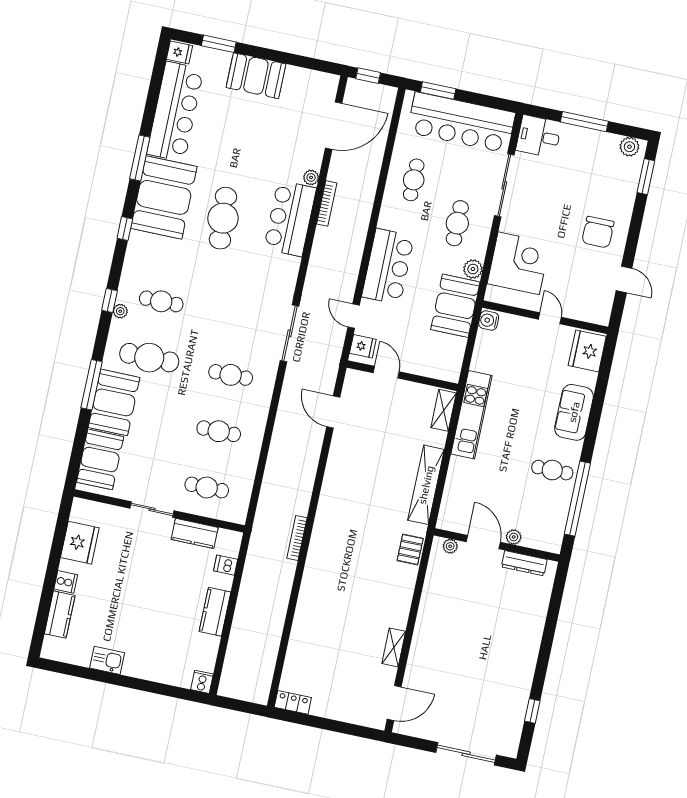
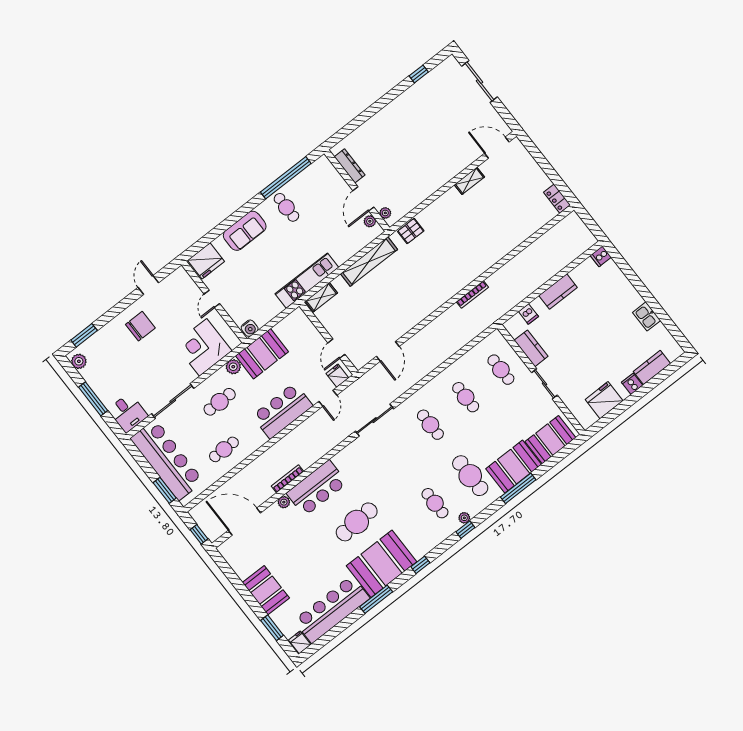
plant: (514, 537) -> (370, 221), moved

